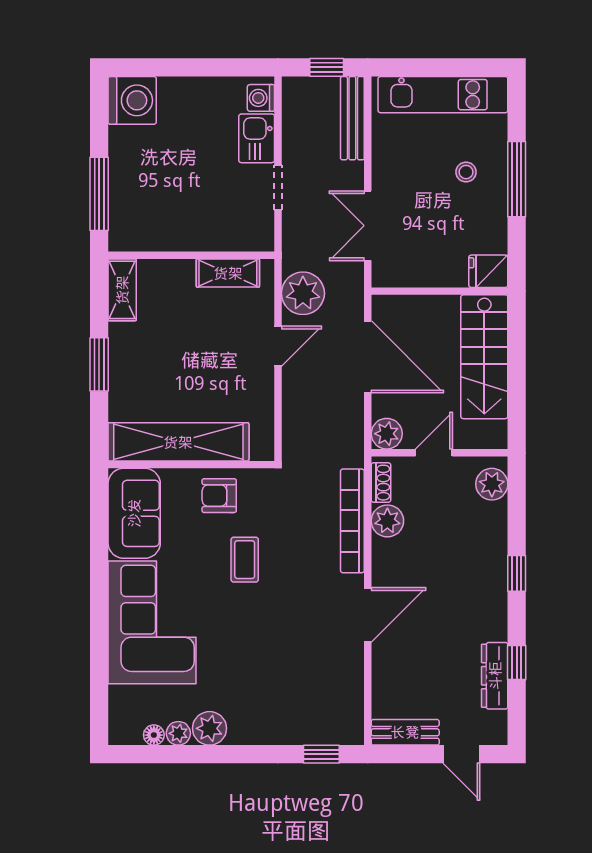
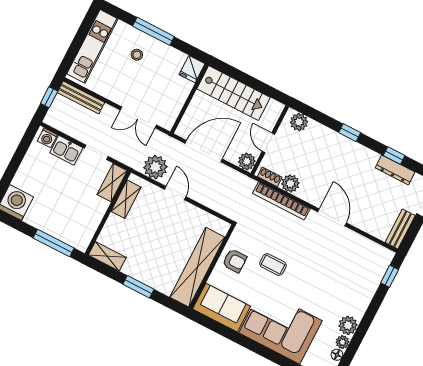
shelving: (243, 237) -> (112, 183), added
armchair: (219, 496) -> (235, 261), turned -90

